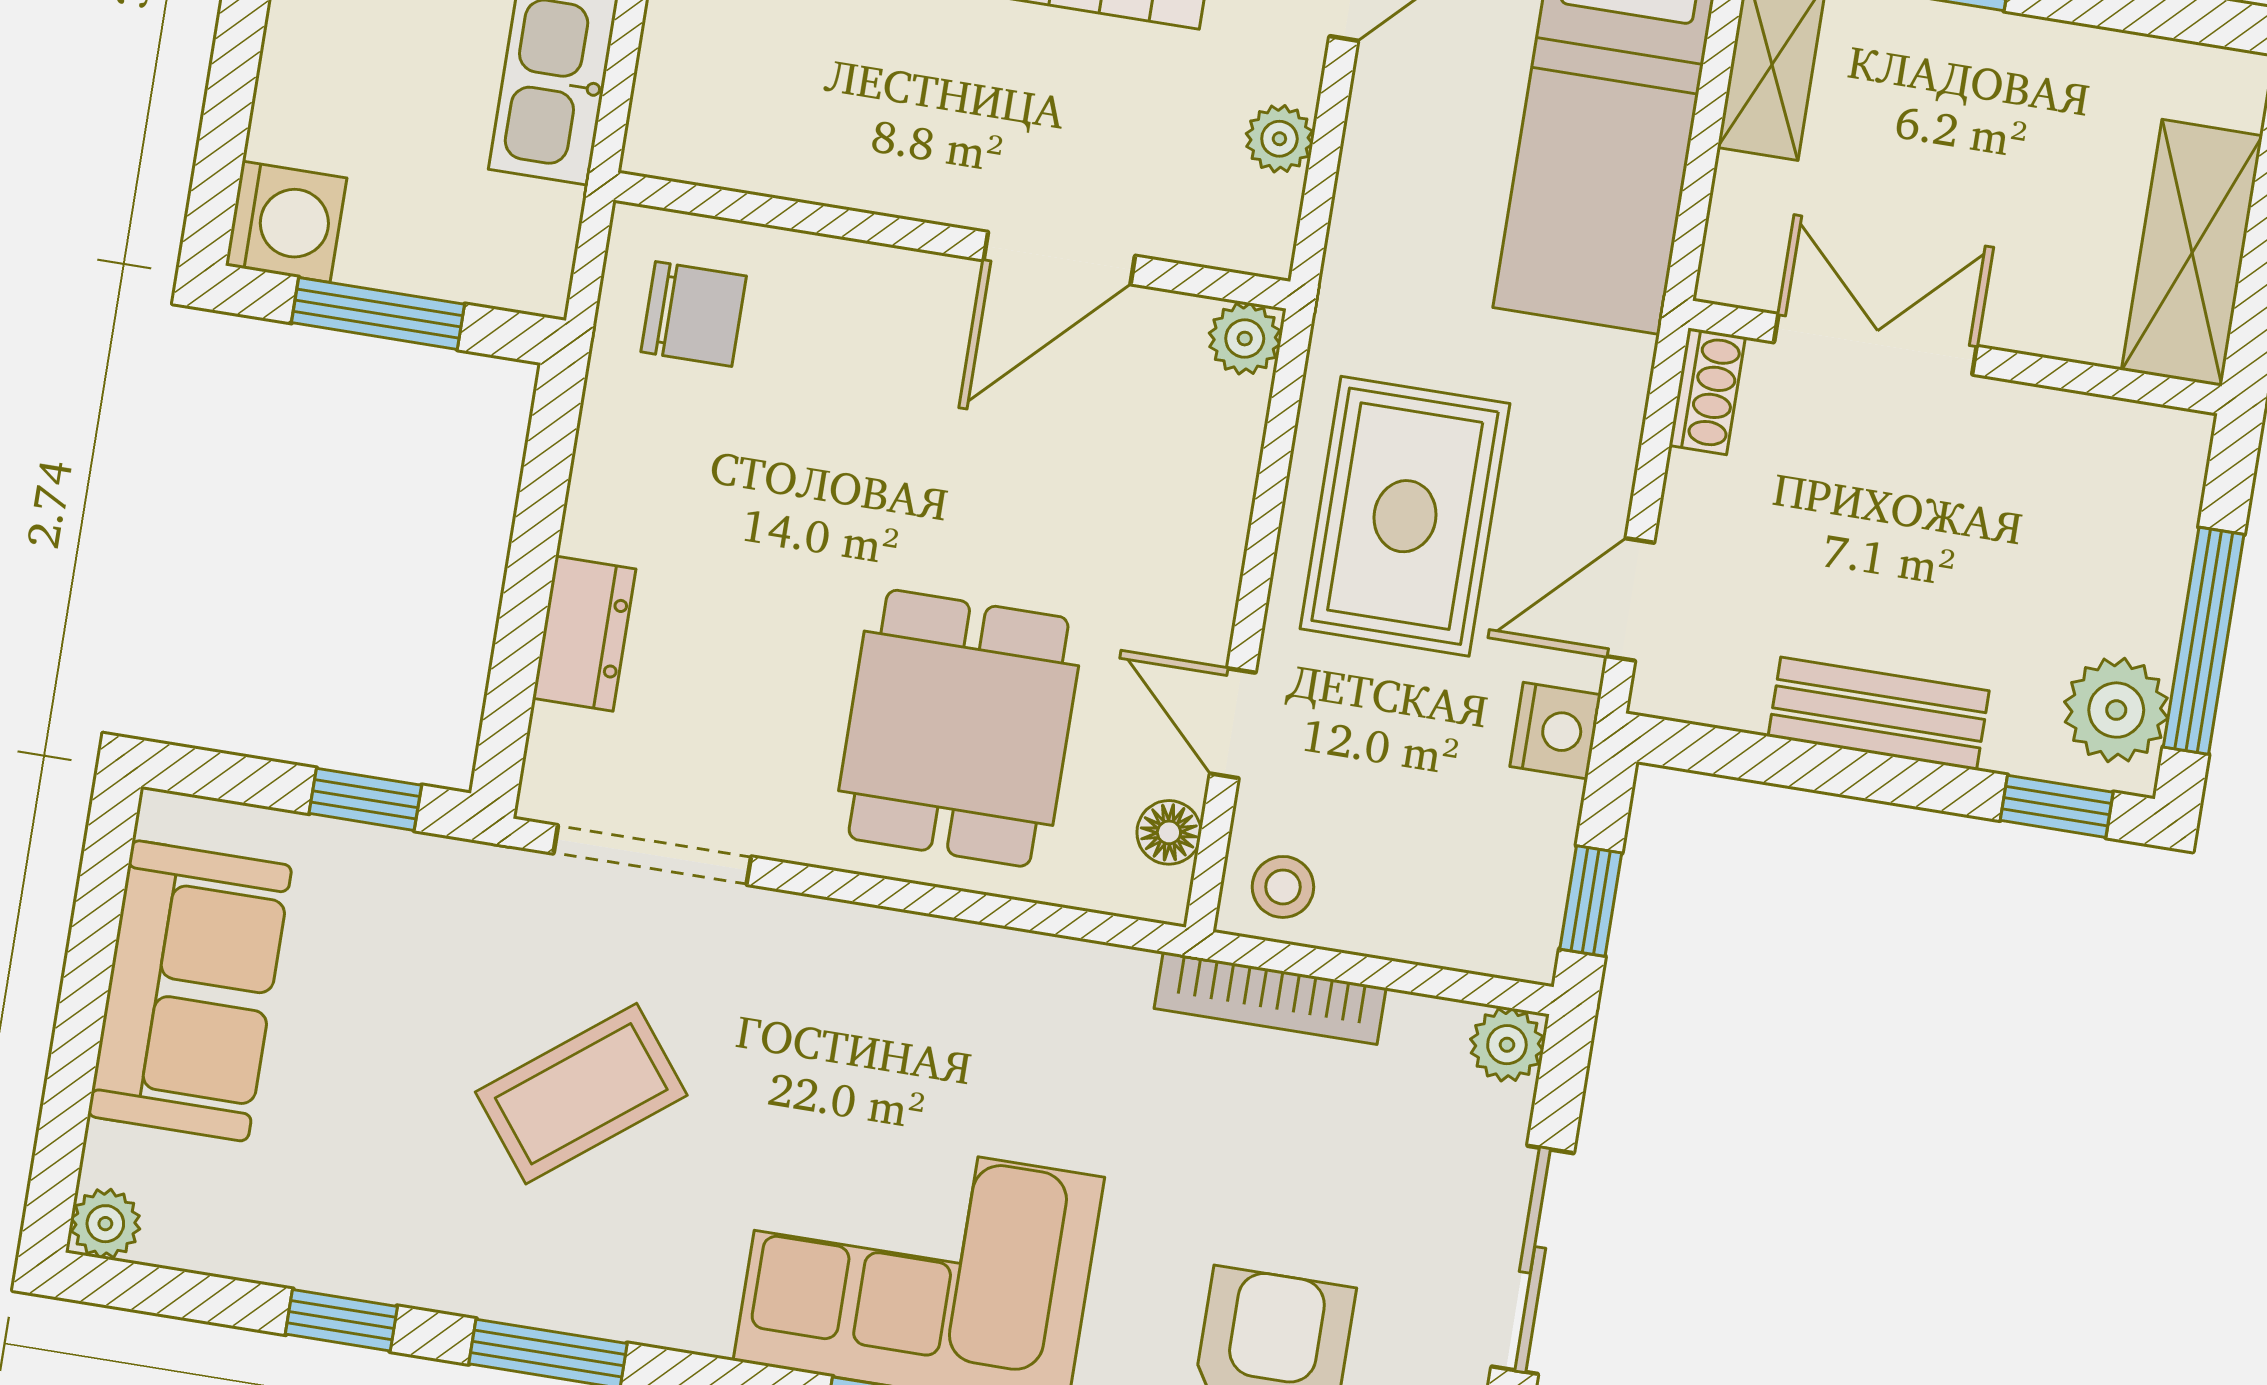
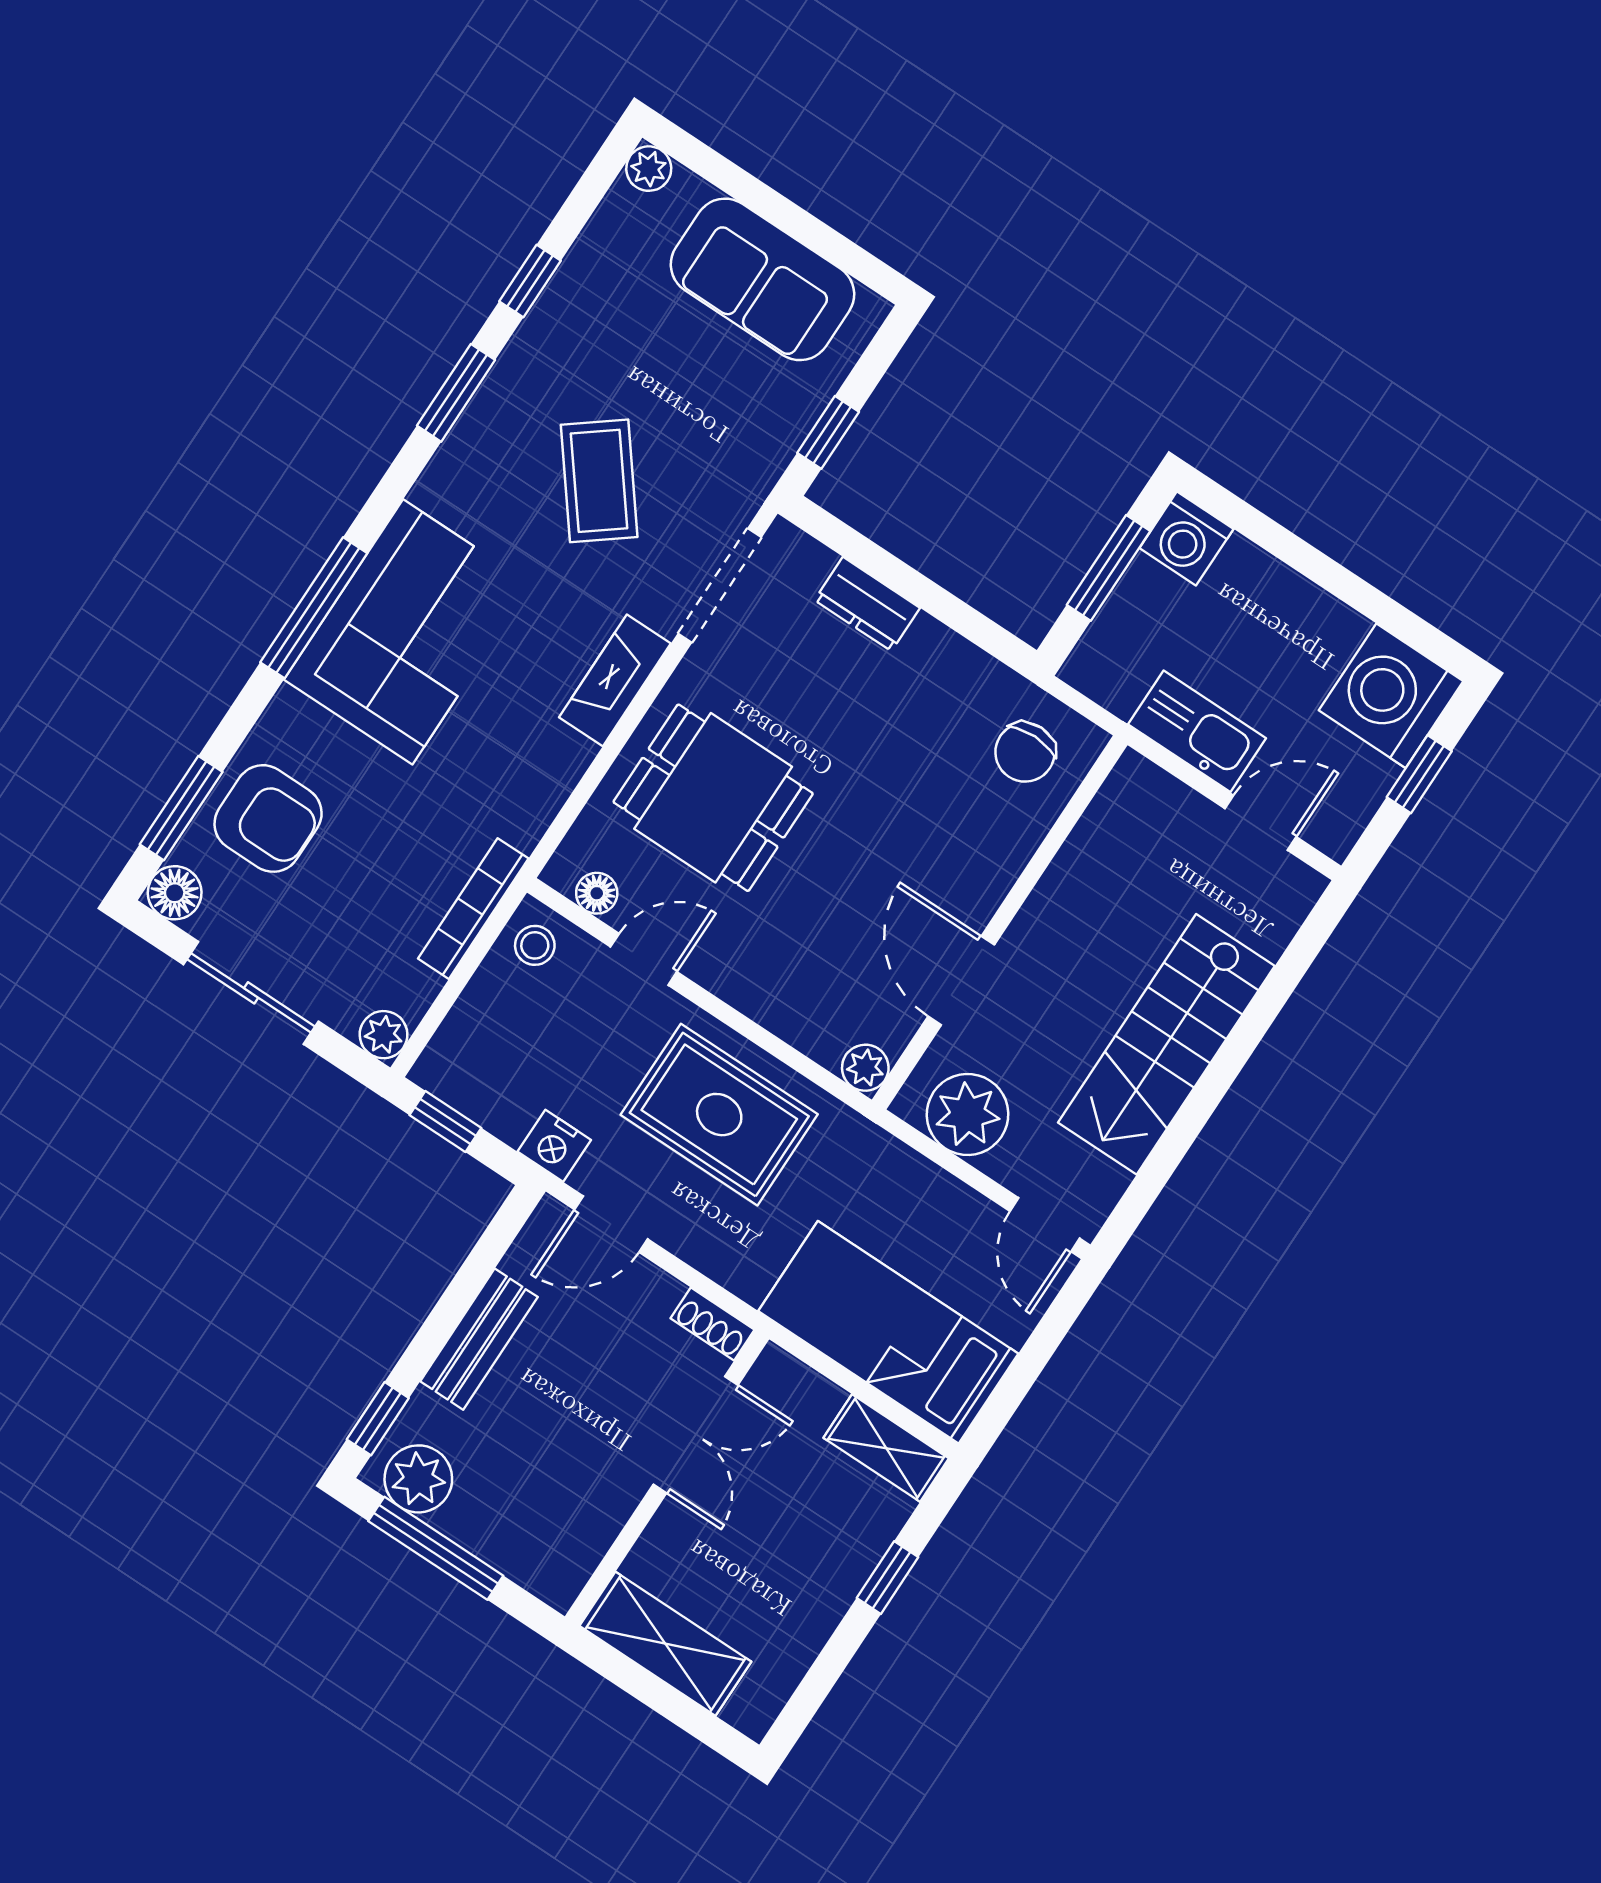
plant: (1279, 139) -> (968, 1114), width x1.87, depth x1.87
door: (1630, 600) -> (611, 1224), swing flipped
fireplace: (855, 943) -> (615, 680), added

